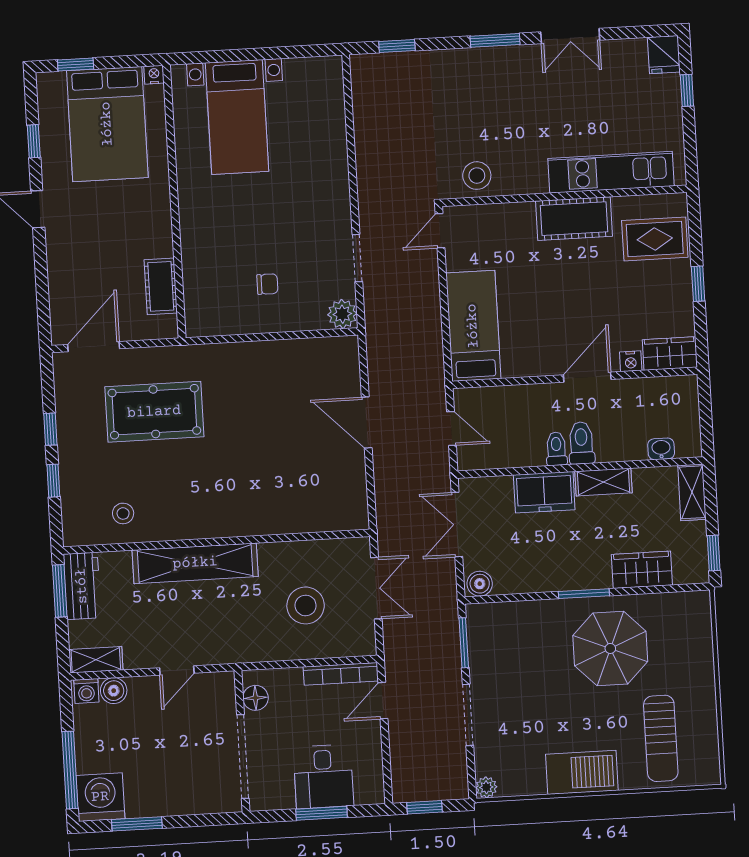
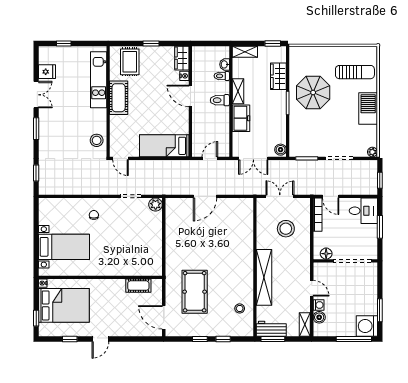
fridge: (664, 55) -> (47, 72), moved
chair: (267, 284) -> (94, 215), moved
toilet: (556, 449) -> (222, 76), moved
washing machine: (86, 691) -> (319, 305), moved
desk: (323, 777) -> (363, 211), moved

